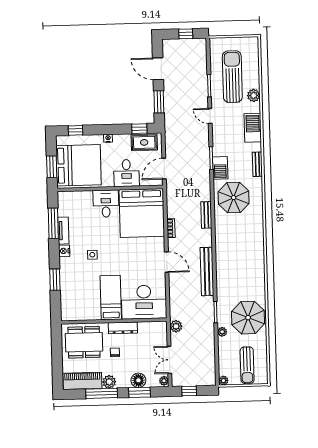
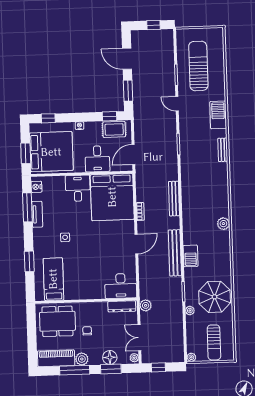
plant: (254, 95) -> (223, 224), moved
barbecue: (220, 168) -> (191, 256), moved
parasol: (234, 198) -> (200, 182), removed
bench: (206, 215) -> (174, 199), width x1.36
nightstand: (64, 251) -> (36, 187), moved
door: (167, 262) -> (136, 244), hinge flipped
bed: (111, 298) -> (53, 279), moved
desk: (144, 302) -> (121, 286), width x0.73, depth x0.77
dresser: (123, 328) -> (122, 306), moved

